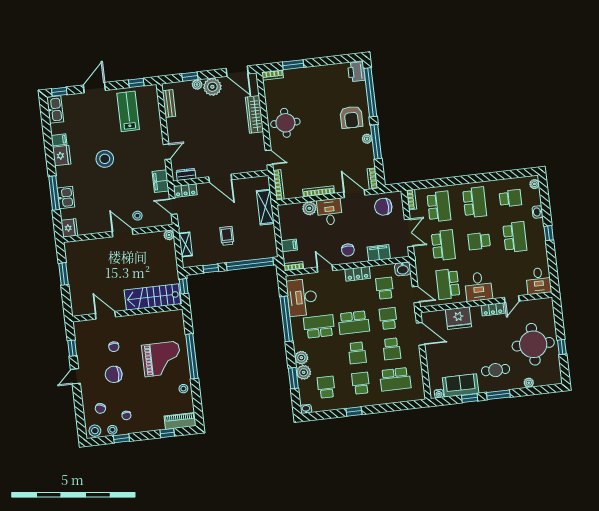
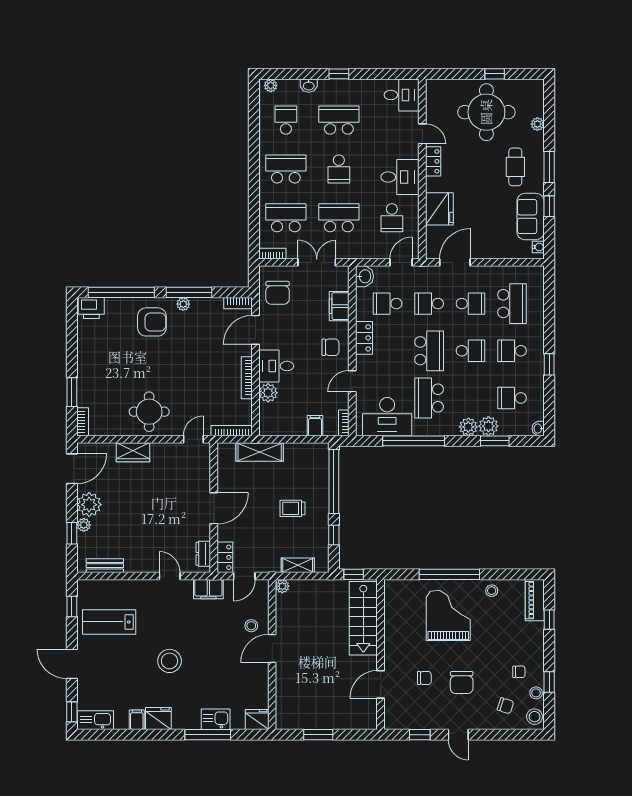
wardrobe: (254, 114) -> (133, 452), width x0.67
school desk: (448, 284) -> (392, 218), width x0.54

